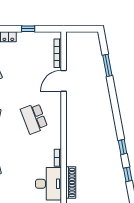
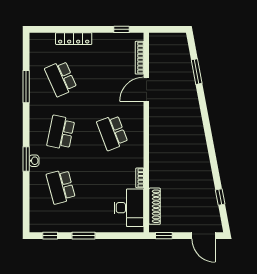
window: (28, 29) -> (122, 29), moved
window: (123, 147) -> (214, 165), removed

